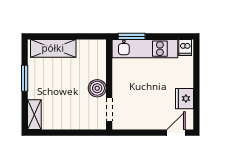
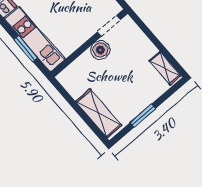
window: (132, 36) -> (26, 48), moved
shelving: (34, 115) -> (165, 68), moved, turned 90

